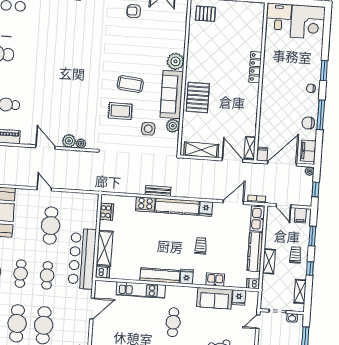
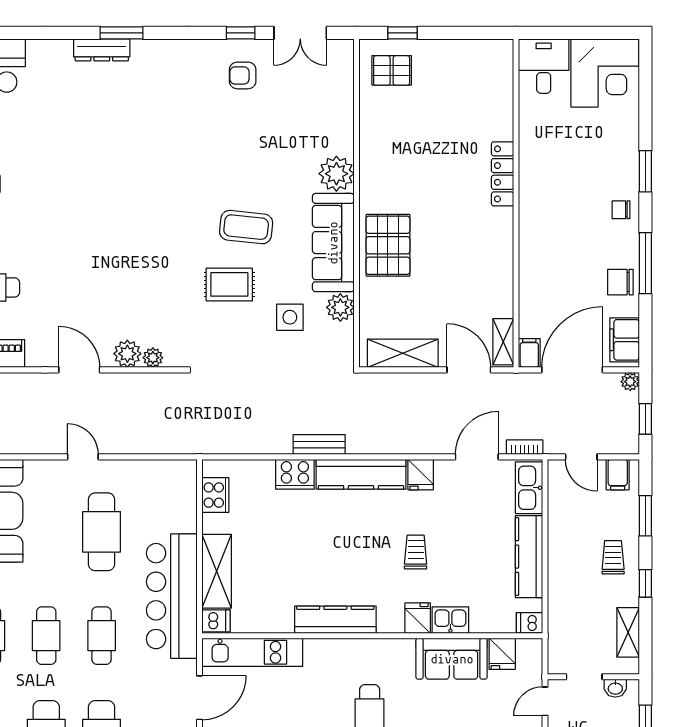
shelving: (269, 261) -> (559, 574), removed
fridge: (187, 277) -> (418, 618), moved
kitchen unit: (141, 290) -> (252, 652), moved

